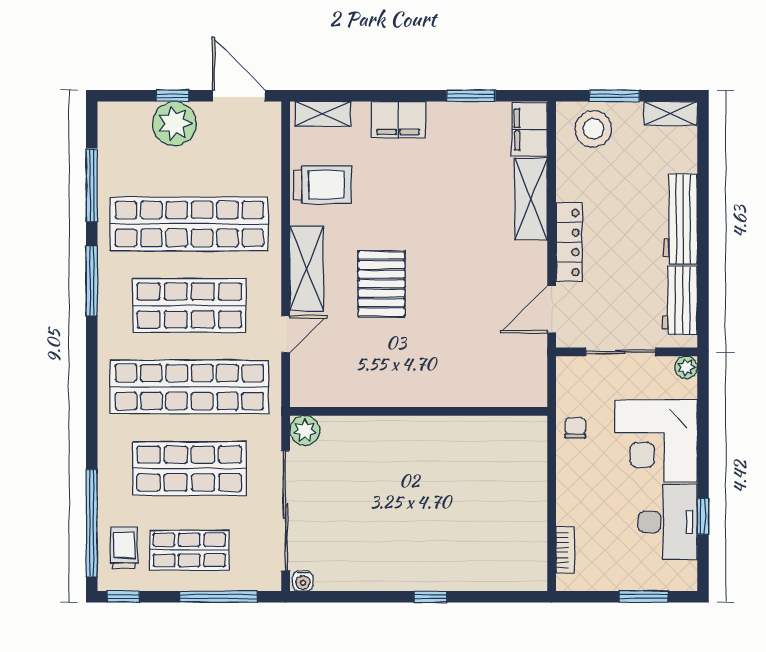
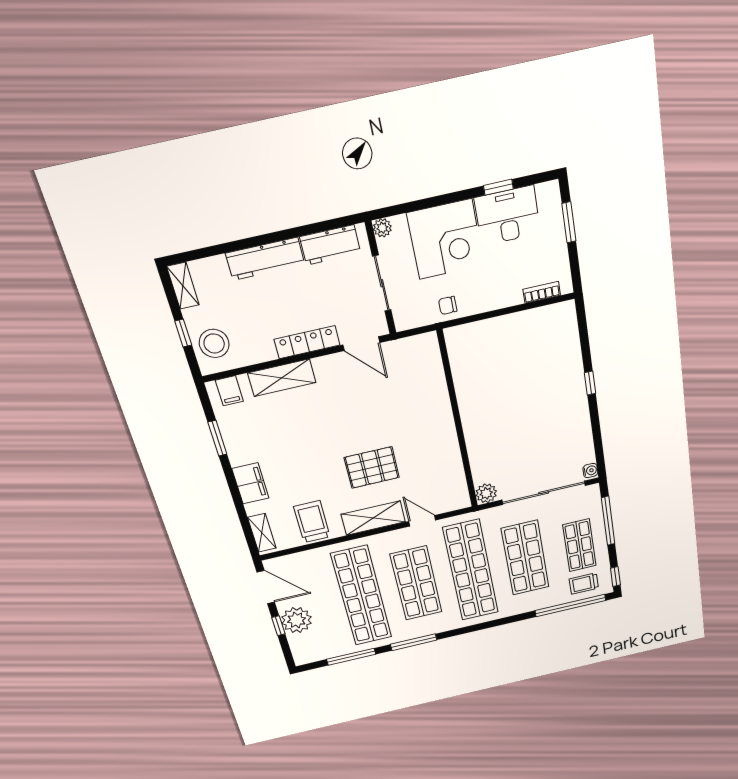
door: (239, 96) -> (266, 587), swing flipped
window: (614, 96) -> (183, 333), width x0.67
filing cabinet: (530, 129) -> (229, 391), width x0.50

